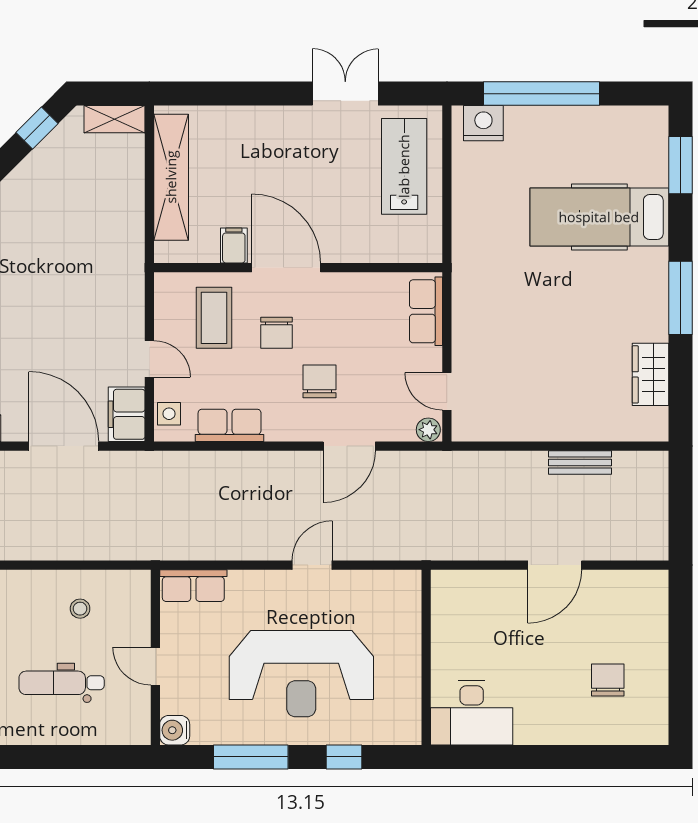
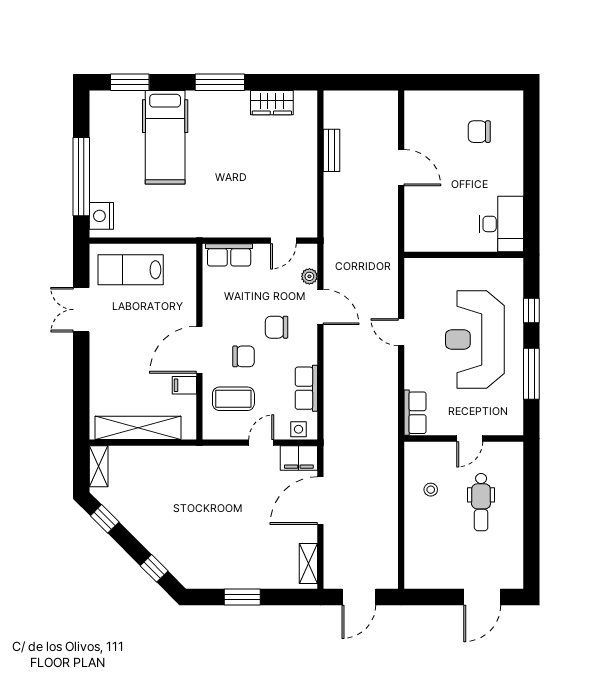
plant: (428, 430) -> (309, 276), moved
reception desk: (301, 674) -> (475, 340), turned 180
water cooler: (175, 730) -> (513, 425), removed

